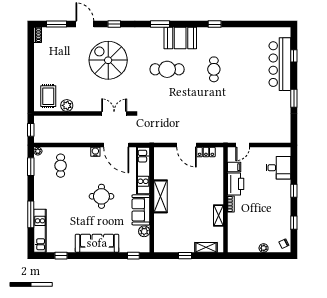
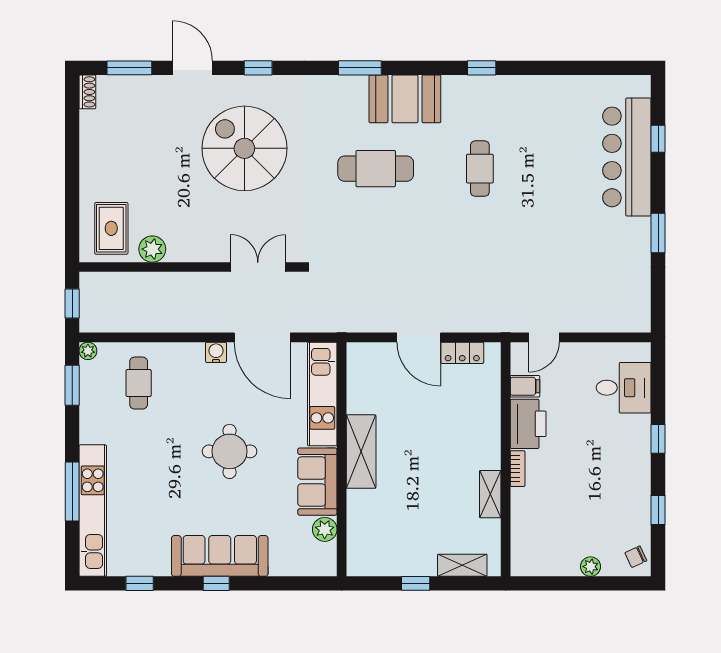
kitchen unit: (40, 231) -> (93, 511), width x1.36
window: (133, 256) -> (216, 583), moved

